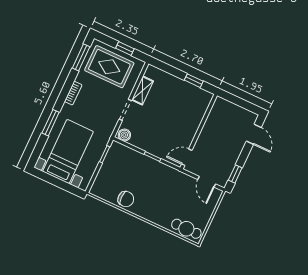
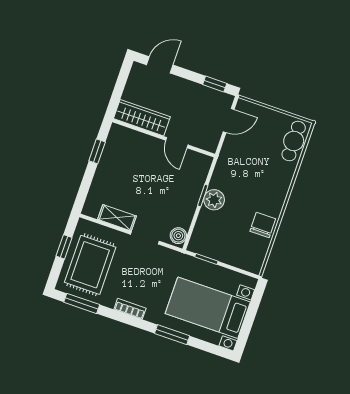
wardrobe: (216, 117) -> (142, 118), added
door: (187, 157) -> (177, 143), moved
plant: (148, 165) -> (214, 200), added

